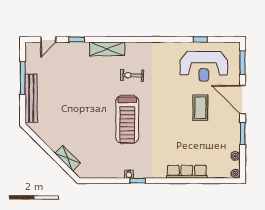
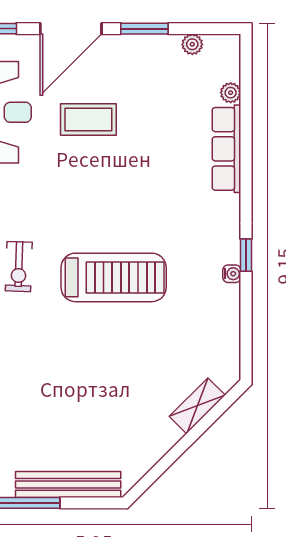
plant: (235, 174) -> (231, 93), moved

